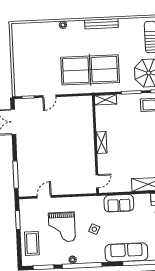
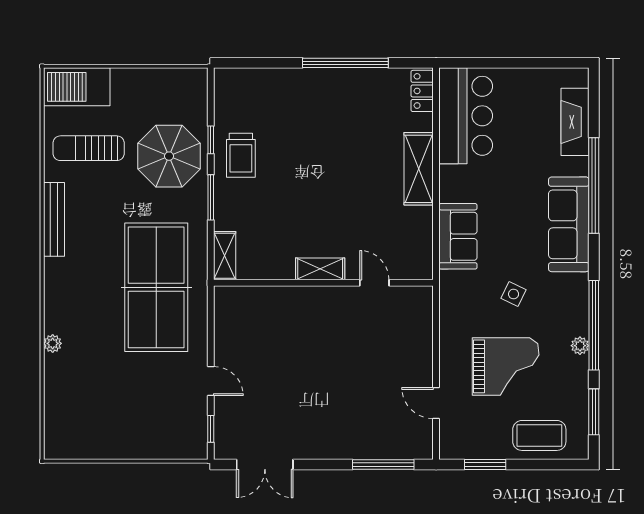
bench: (101, 24) -> (54, 219), moved
door: (97, 181) -> (374, 283), moved

